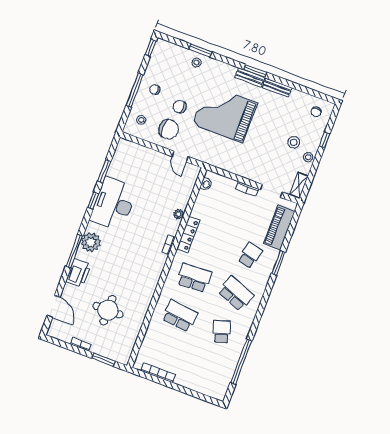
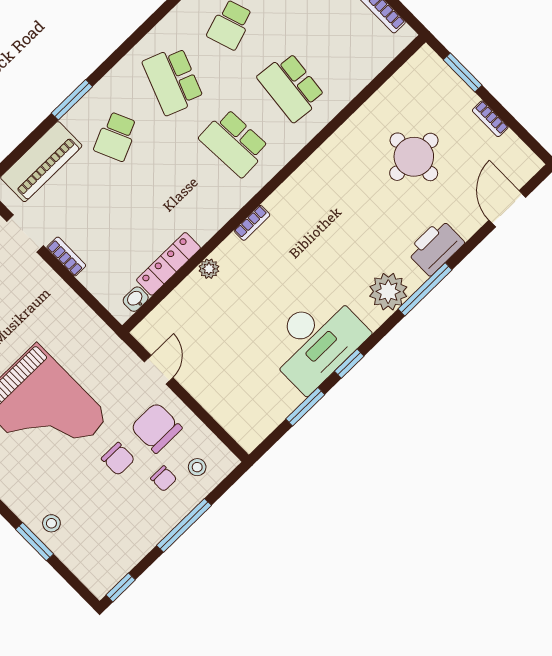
chair: (155, 90) -> (164, 479), moved
locker: (188, 234) -> (168, 264), moved
school desk: (250, 255) -> (116, 137), turned -36

